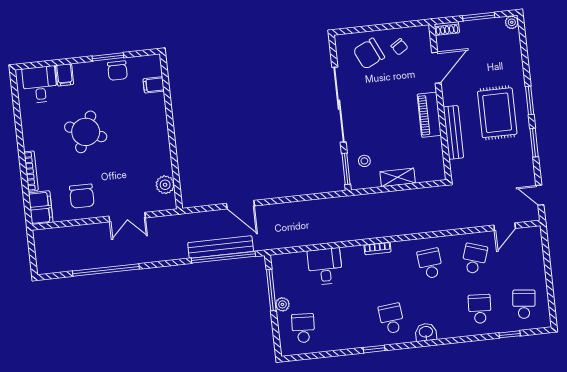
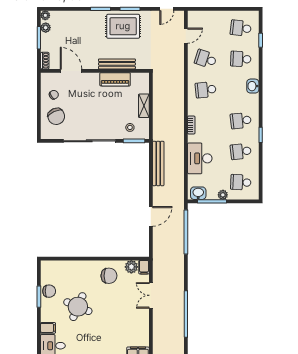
plant: (494, 25) -> (46, 28), added
filing cabinet: (154, 85) -> (144, 267), moved
rug: (497, 113) -> (123, 26), moved
piano: (429, 115) -> (115, 79), moved
round table: (86, 132) -> (78, 307), moved
chair: (82, 196) -> (109, 276), moved
double door: (127, 217) -> (151, 295), swing flipped
door: (505, 227) -> (186, 36), hinge flipped
bench: (221, 247) -> (158, 163), moved
desk: (325, 266) -> (200, 158), width x1.37
washbasin: (281, 269) -> (198, 193), added
school desk: (347, 323) -> (241, 151), added
washbasin: (426, 332) -> (253, 86), moved

